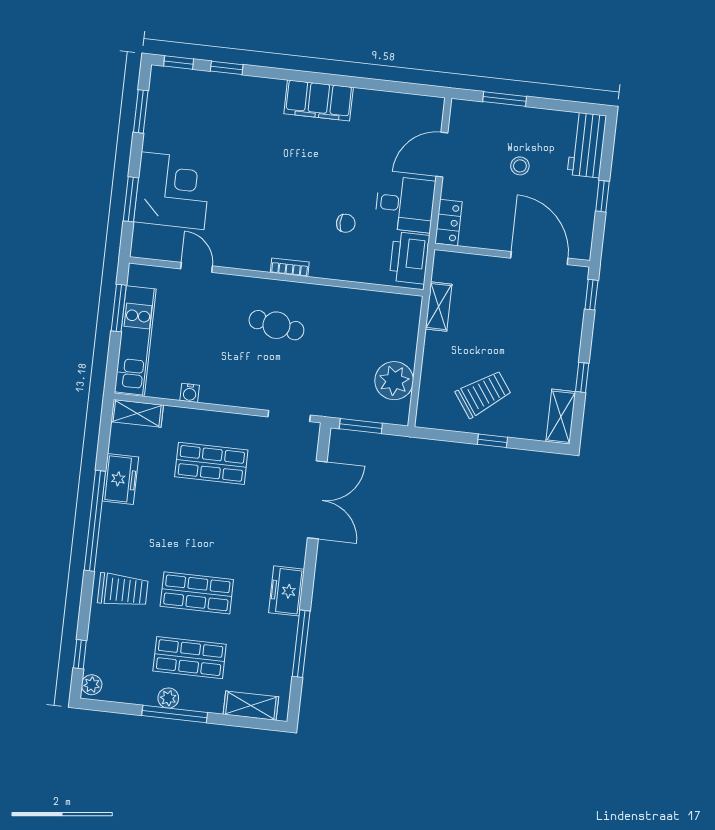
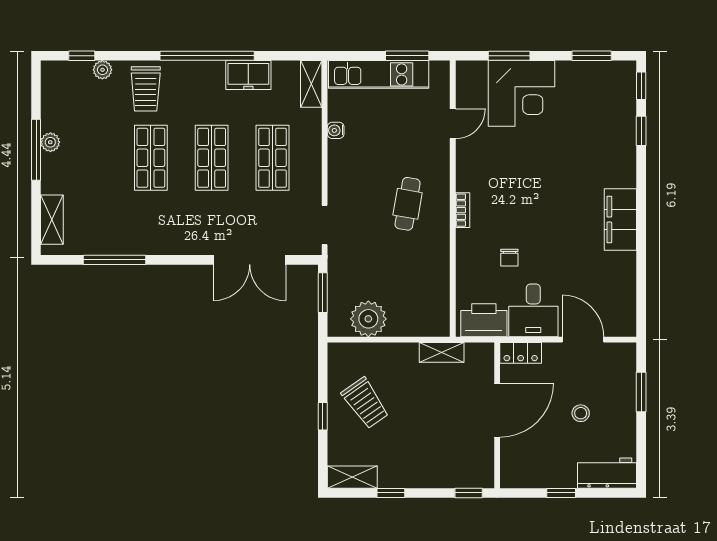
door: (539, 258) -> (497, 410), moved
freezer: (287, 591) -> (162, 241), removed
shop shelf: (190, 658) -> (212, 158), moved
plant: (92, 685) -> (102, 70), moved

